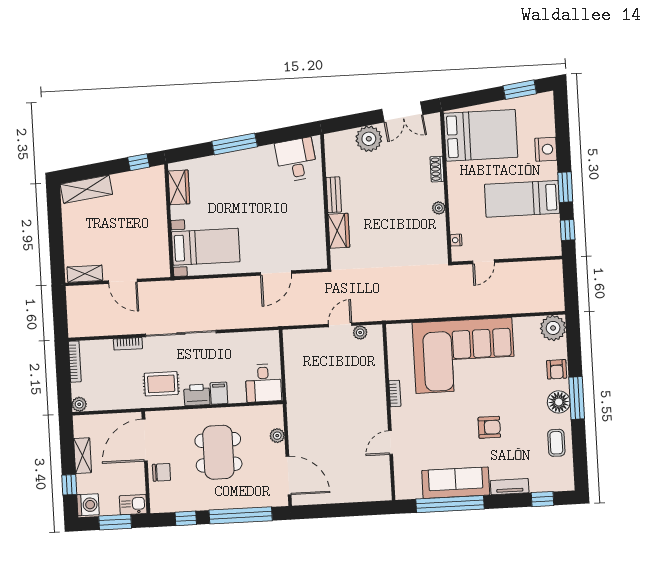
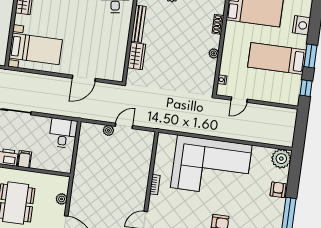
bench: (334, 195) -> (138, 24), width x1.36
plant: (360, 333) -> (108, 130), moved
armchair: (557, 369) -> (278, 190), turned 180
desk: (263, 383) -> (63, 133), moved, turned 180
floor lamp: (559, 402) -> (275, 214), removed

